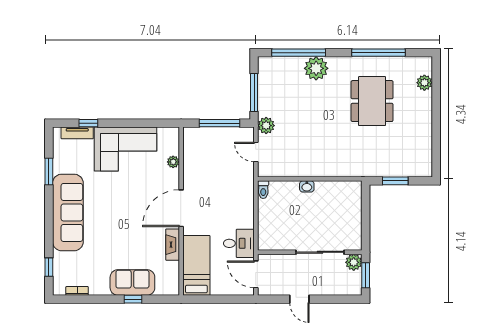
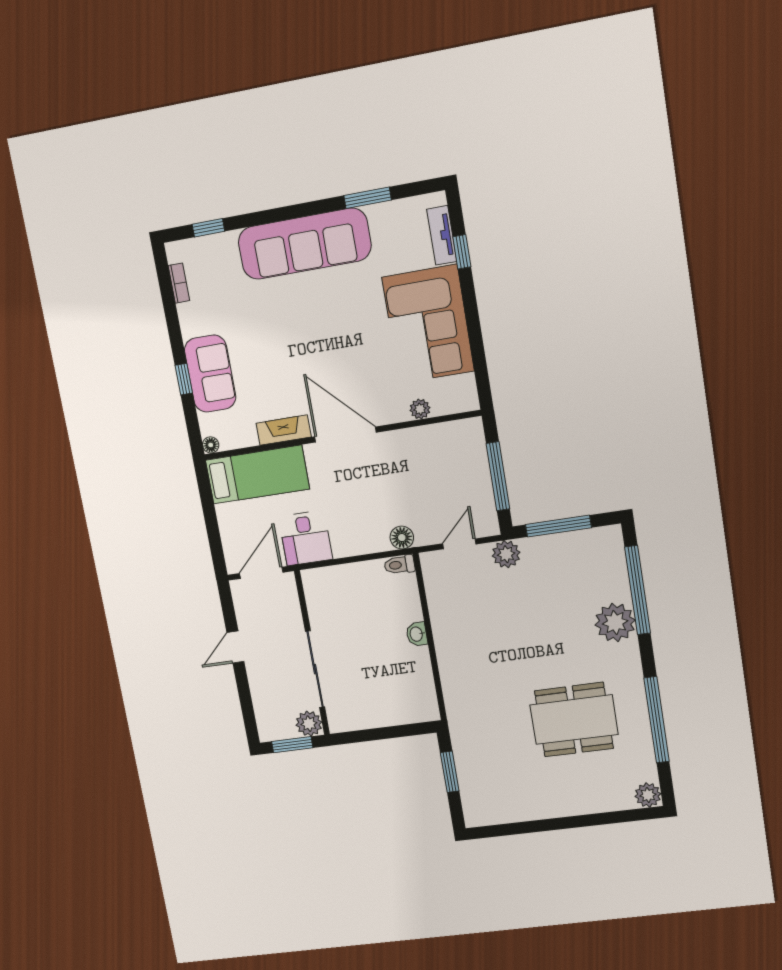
plant: (424, 83) -> (648, 795), moved
floor lamp: (247, 185) -> (402, 538), added
floor lamp: (174, 290) -> (211, 445), added

